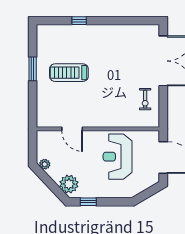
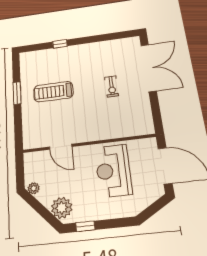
exercise bike: (145, 99) -> (112, 86), moved

